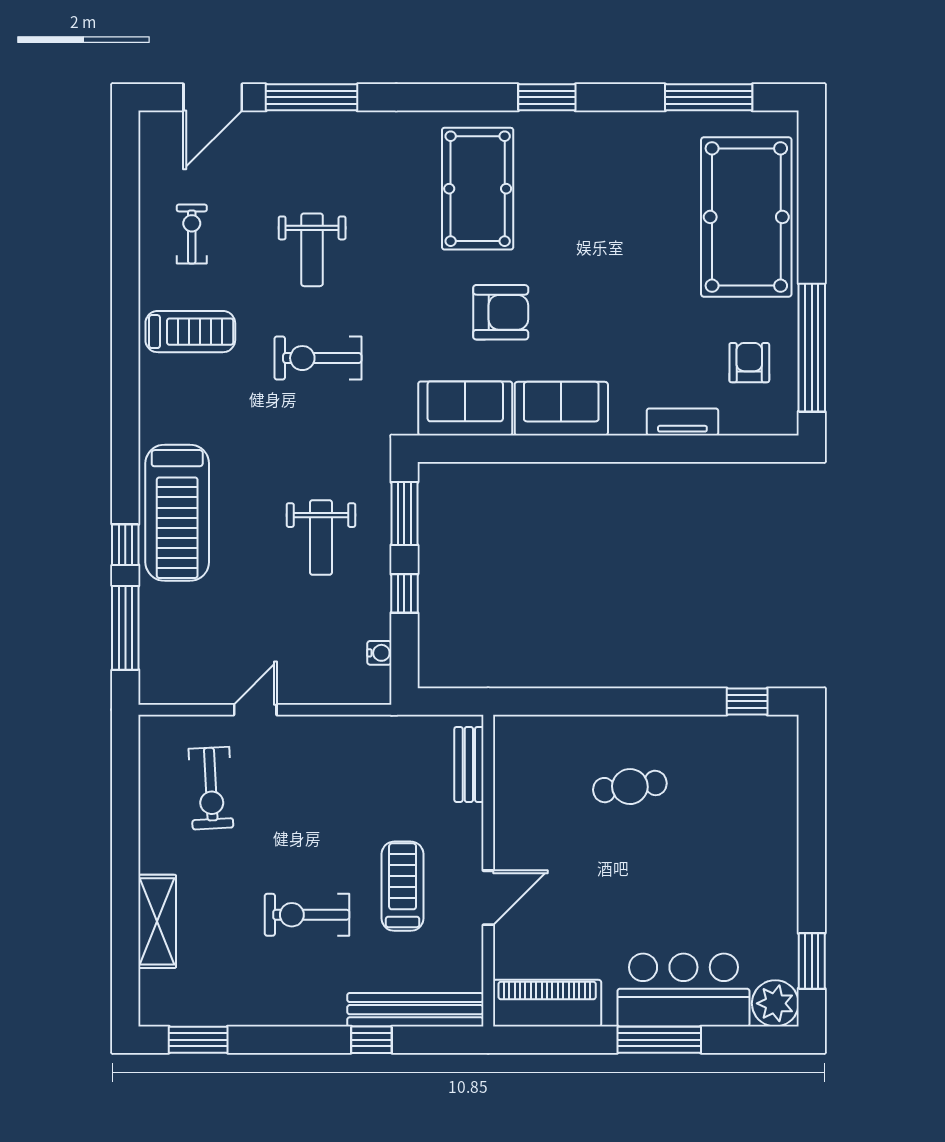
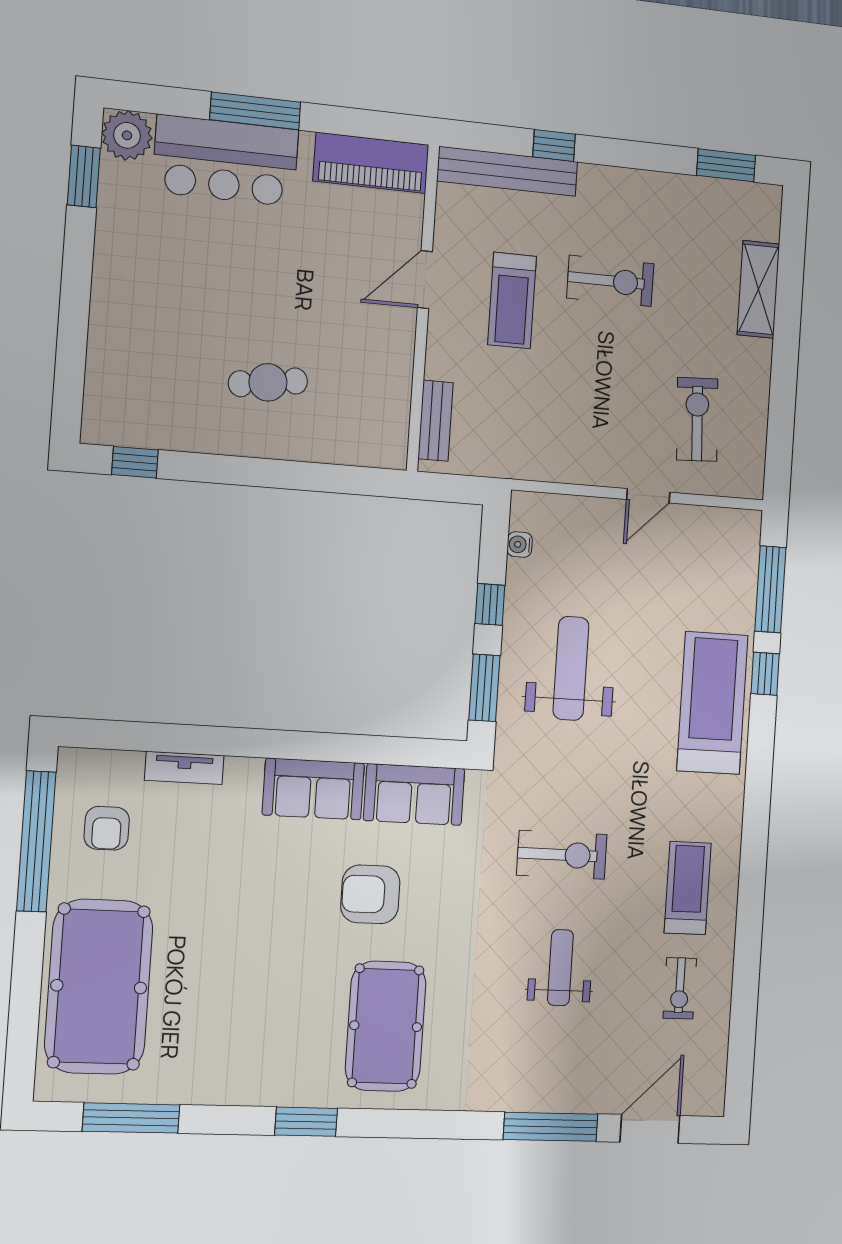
treadmill: (190, 332) -> (688, 888), turned 90
weight bench: (321, 538) -> (571, 668), width x1.36, depth x1.33

